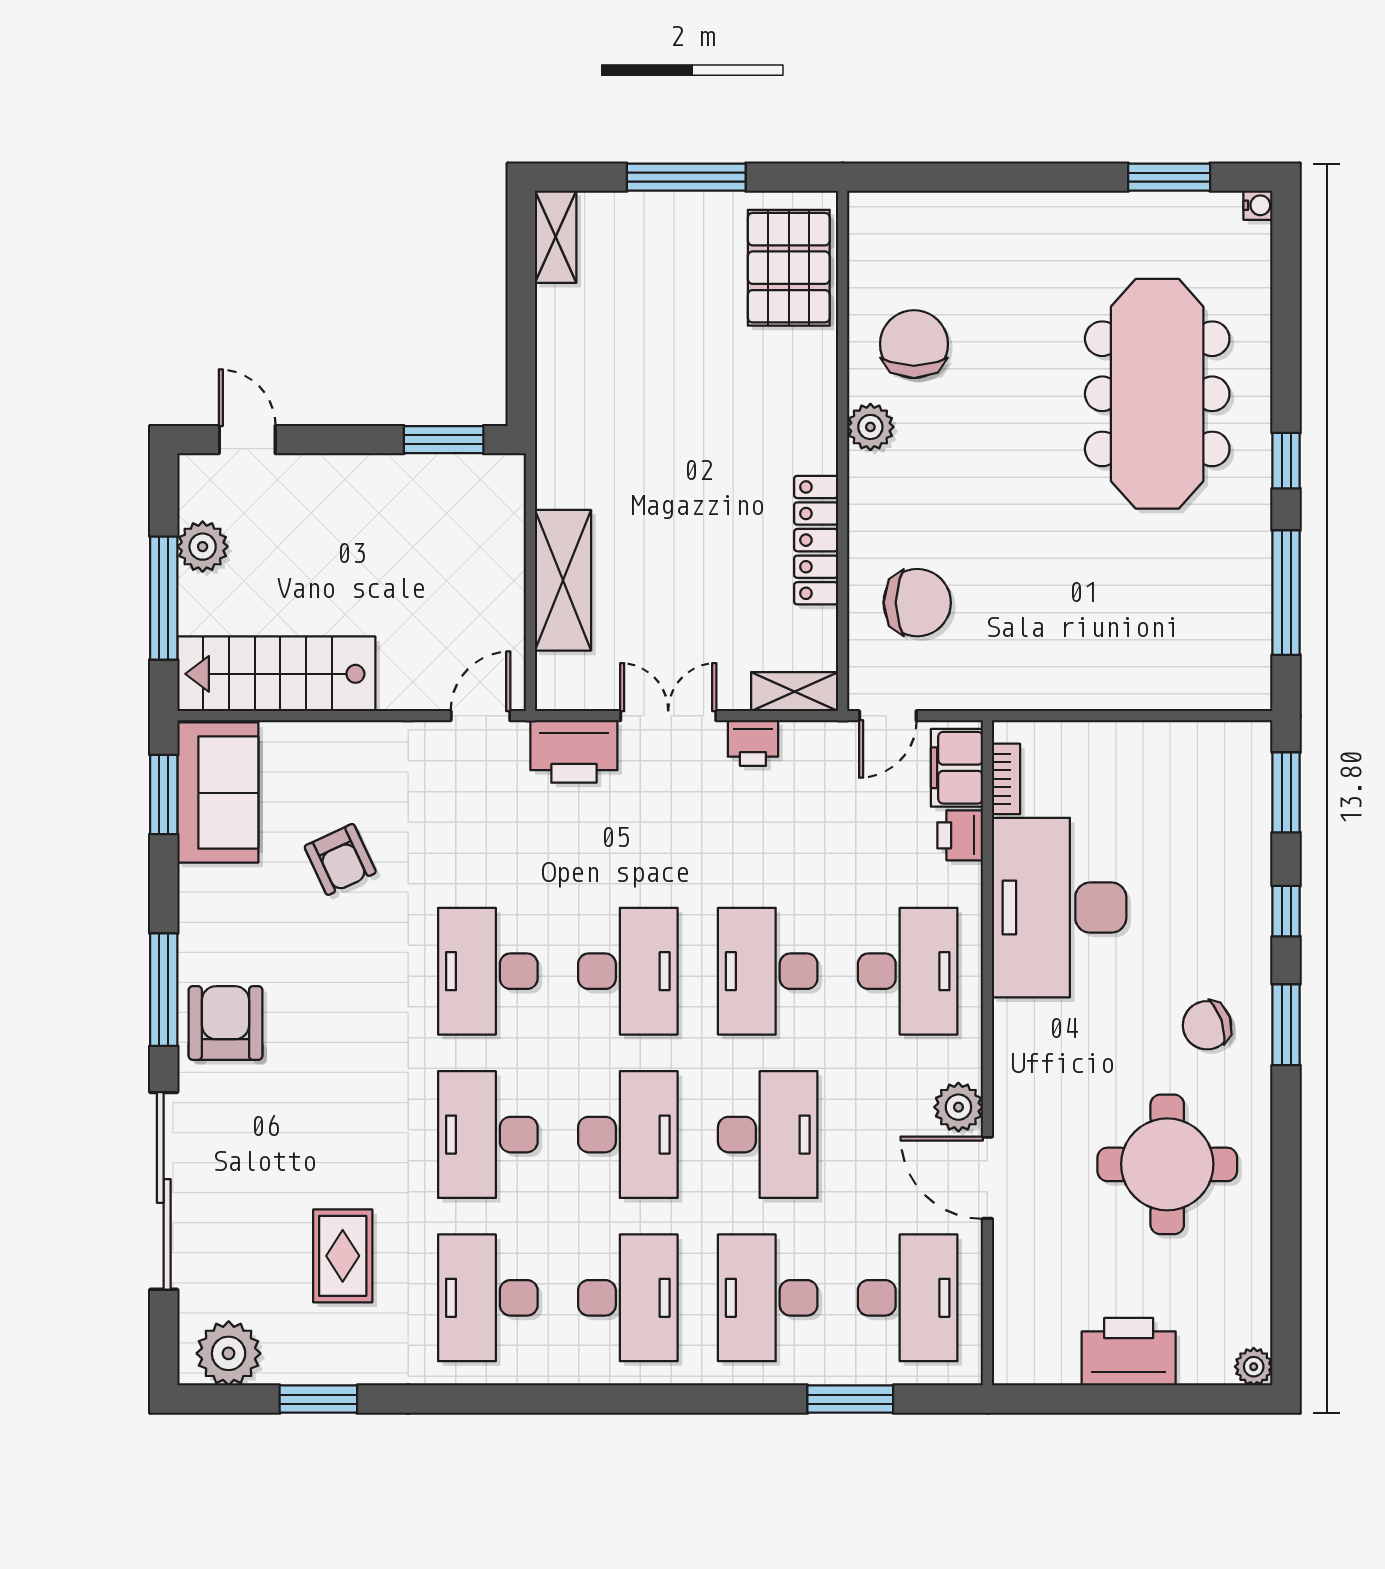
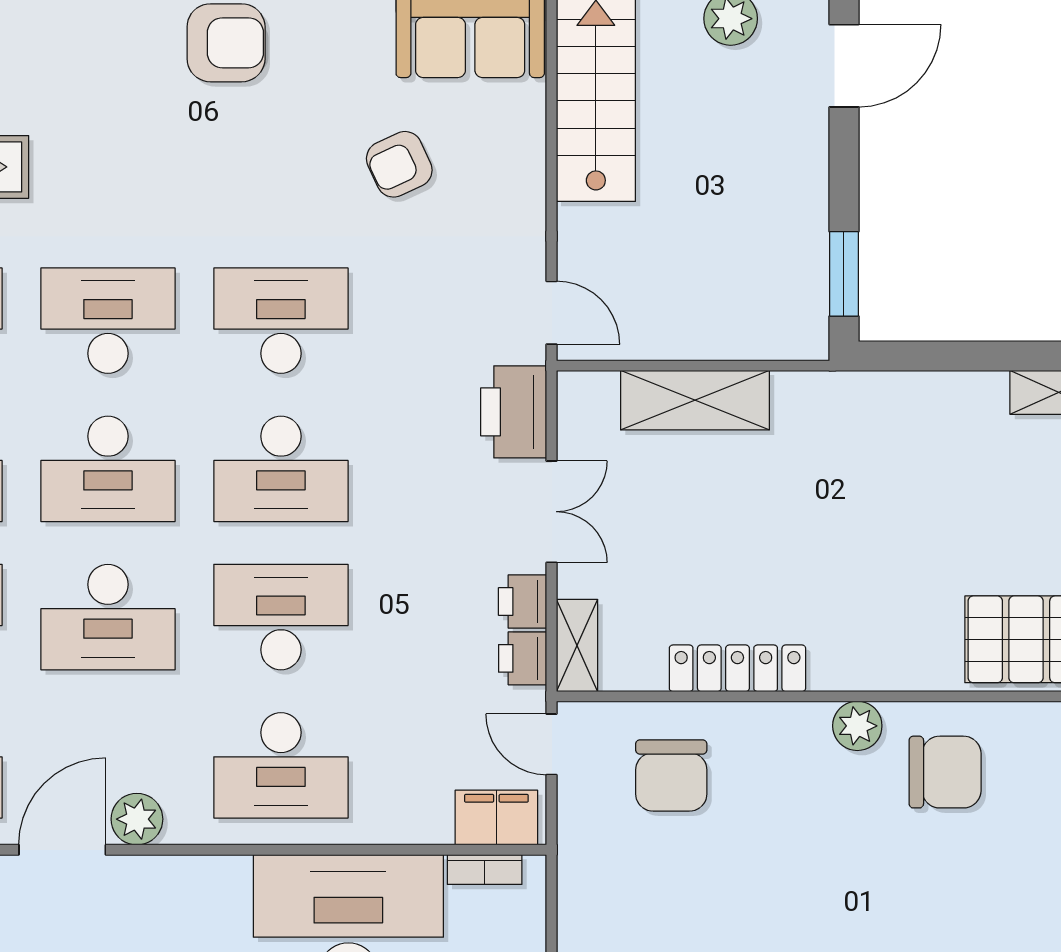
door: (247, 440) -> (844, 66), width x1.38
printer: (960, 835) -> (523, 658), moved, turned -90

